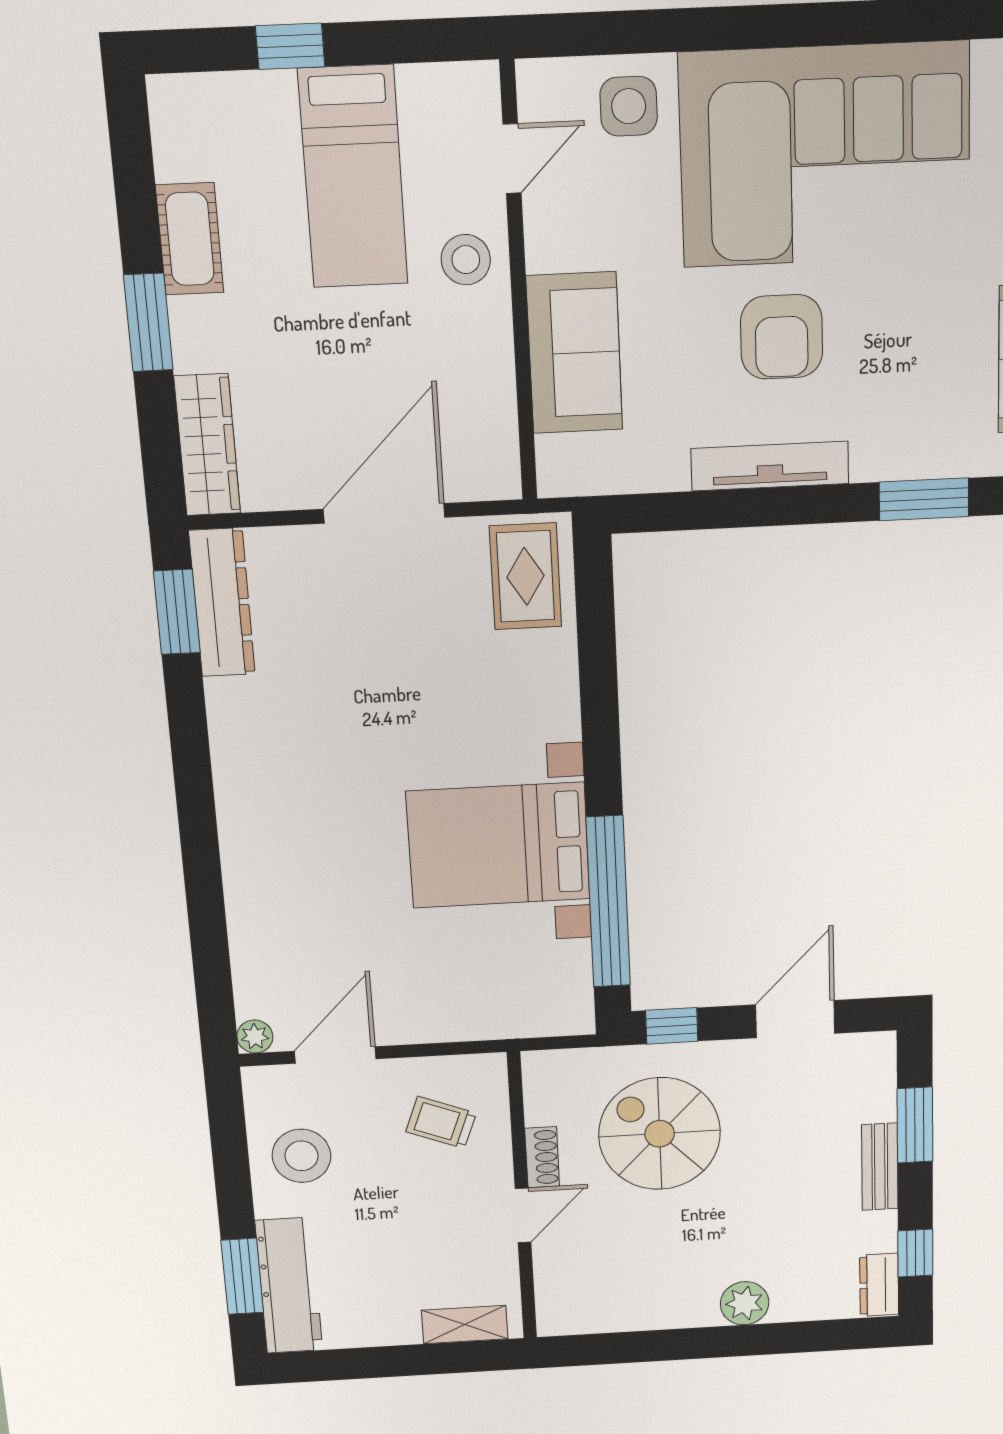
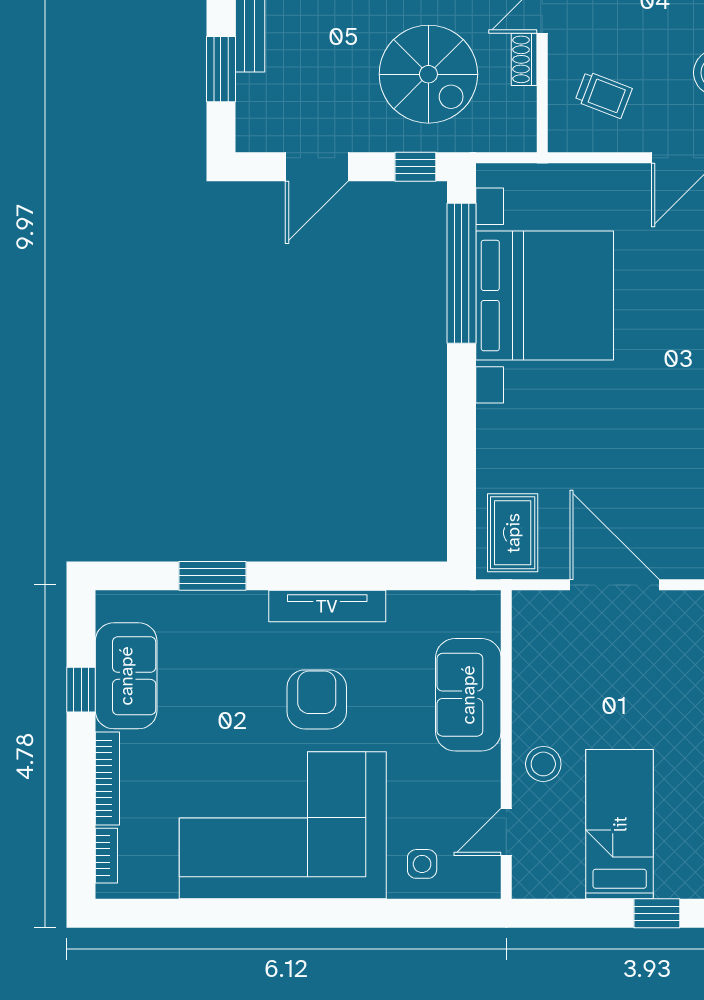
side table: (629, 106) -> (422, 864), width x0.73, depth x0.73
door: (384, 513) -> (615, 585), swing flipped
bed with nightstands: (498, 845) -> (545, 296), width x1.36

